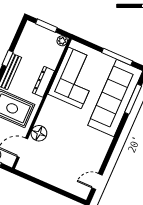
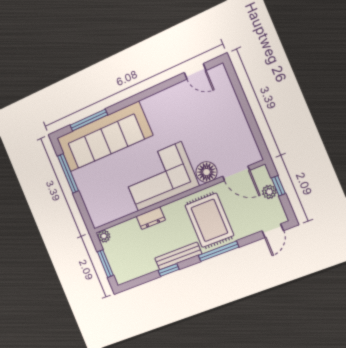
corner sofa: (75, 78) -> (159, 177), moved
dresser: (44, 82) -> (151, 218), width x0.70

